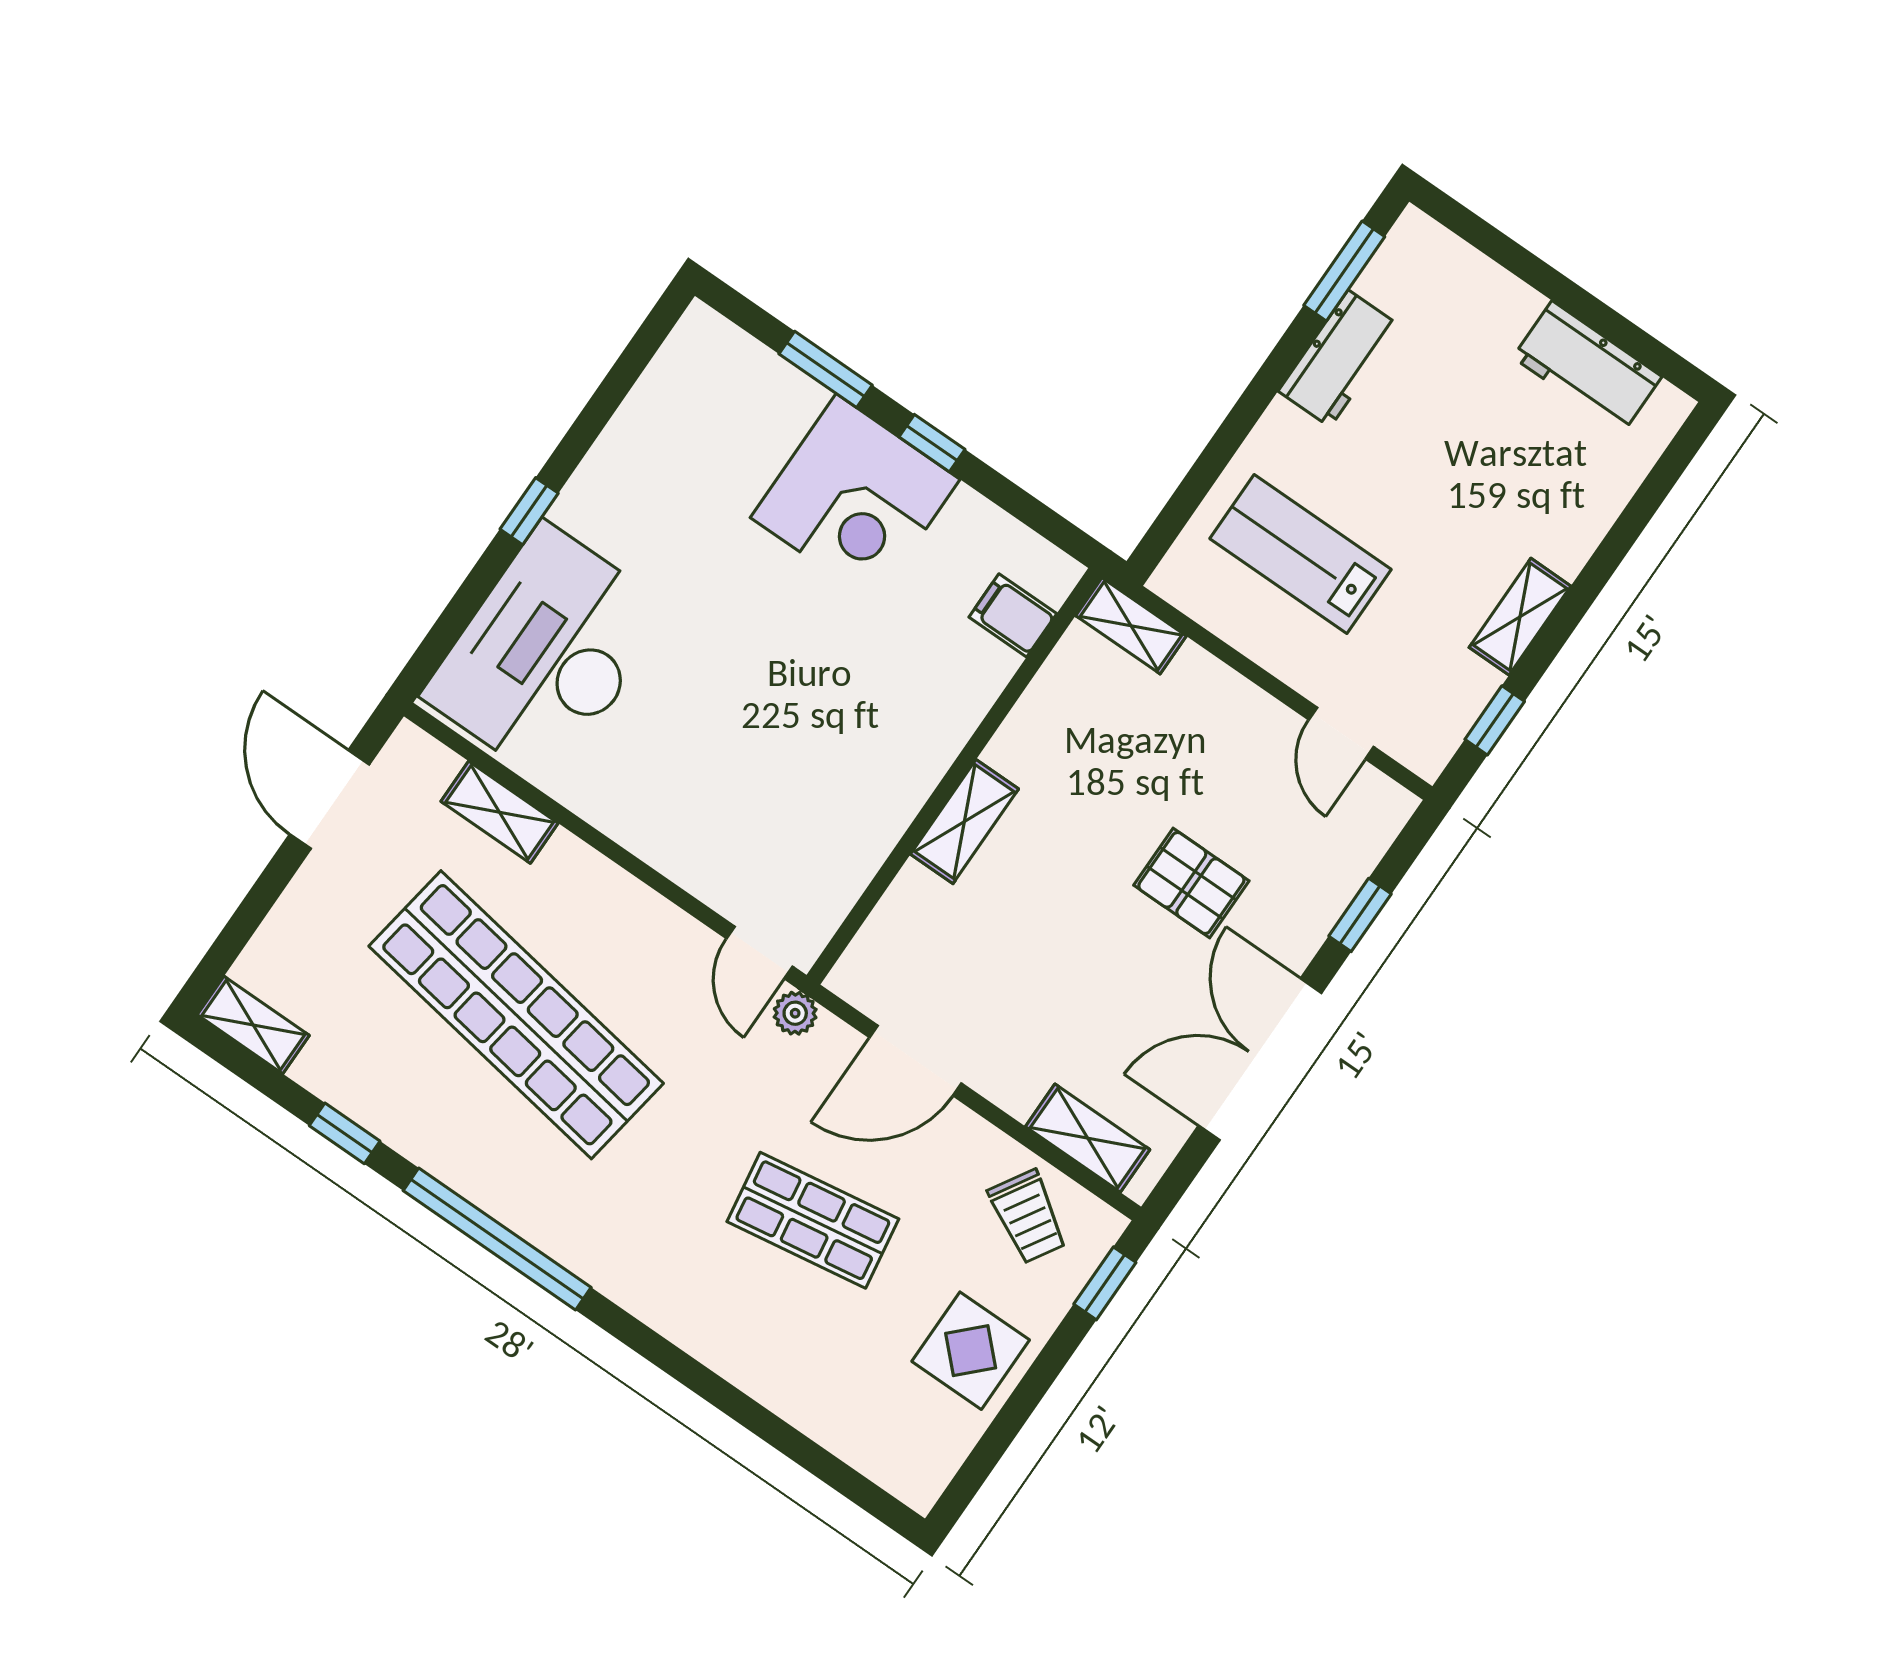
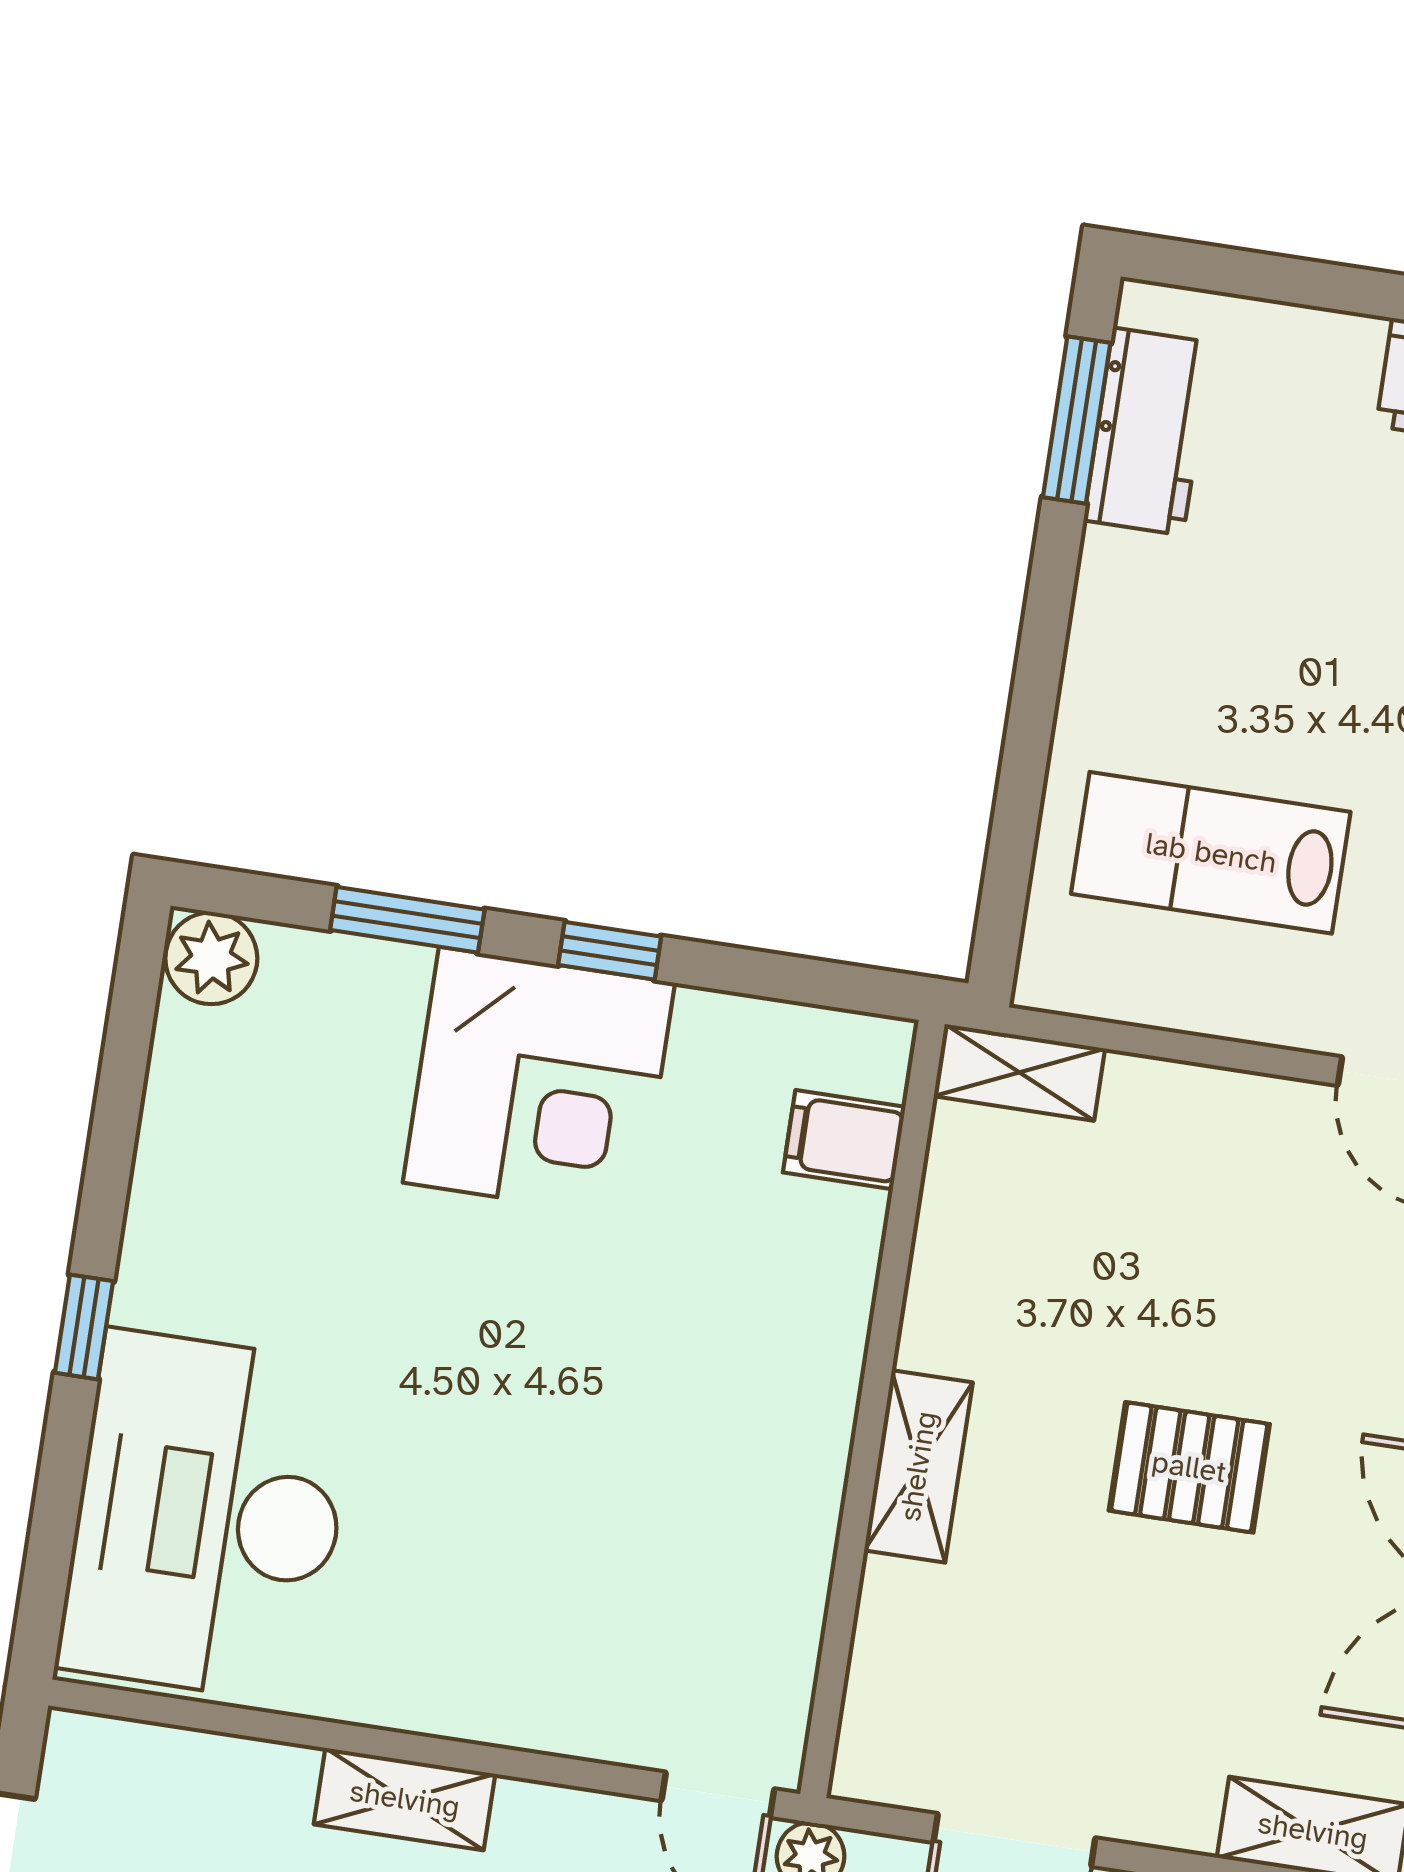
plant: (704, 337) -> (211, 958), added
workbench: (1339, 358) -> (1148, 431), moved
shelving: (500, 812) -> (405, 1799), moved
pallet: (1191, 883) -> (1189, 1467), moved

